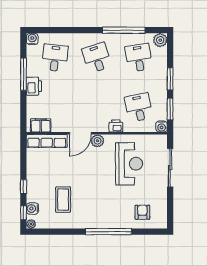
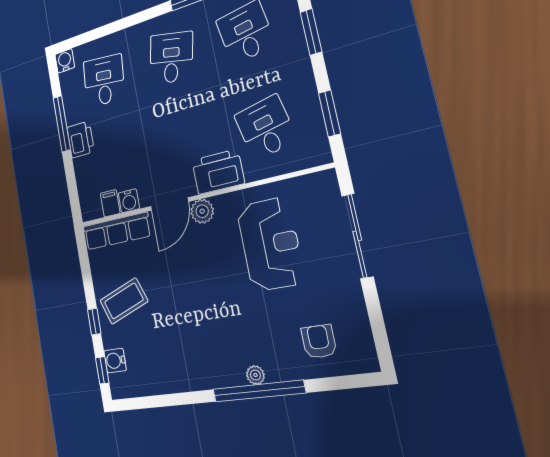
desk: (97, 58) -> (171, 58), turned 30
window: (170, 79) -> (311, 32), moved
filing cabinet: (41, 125) -> (110, 203), width x0.50
printer: (116, 126) -> (218, 172), width x1.87, depth x1.48
water cooler: (162, 127) -> (129, 201), moved
coffee table: (63, 200) -> (124, 301), moved, turned 70
plant: (31, 224) -> (255, 375), moved

